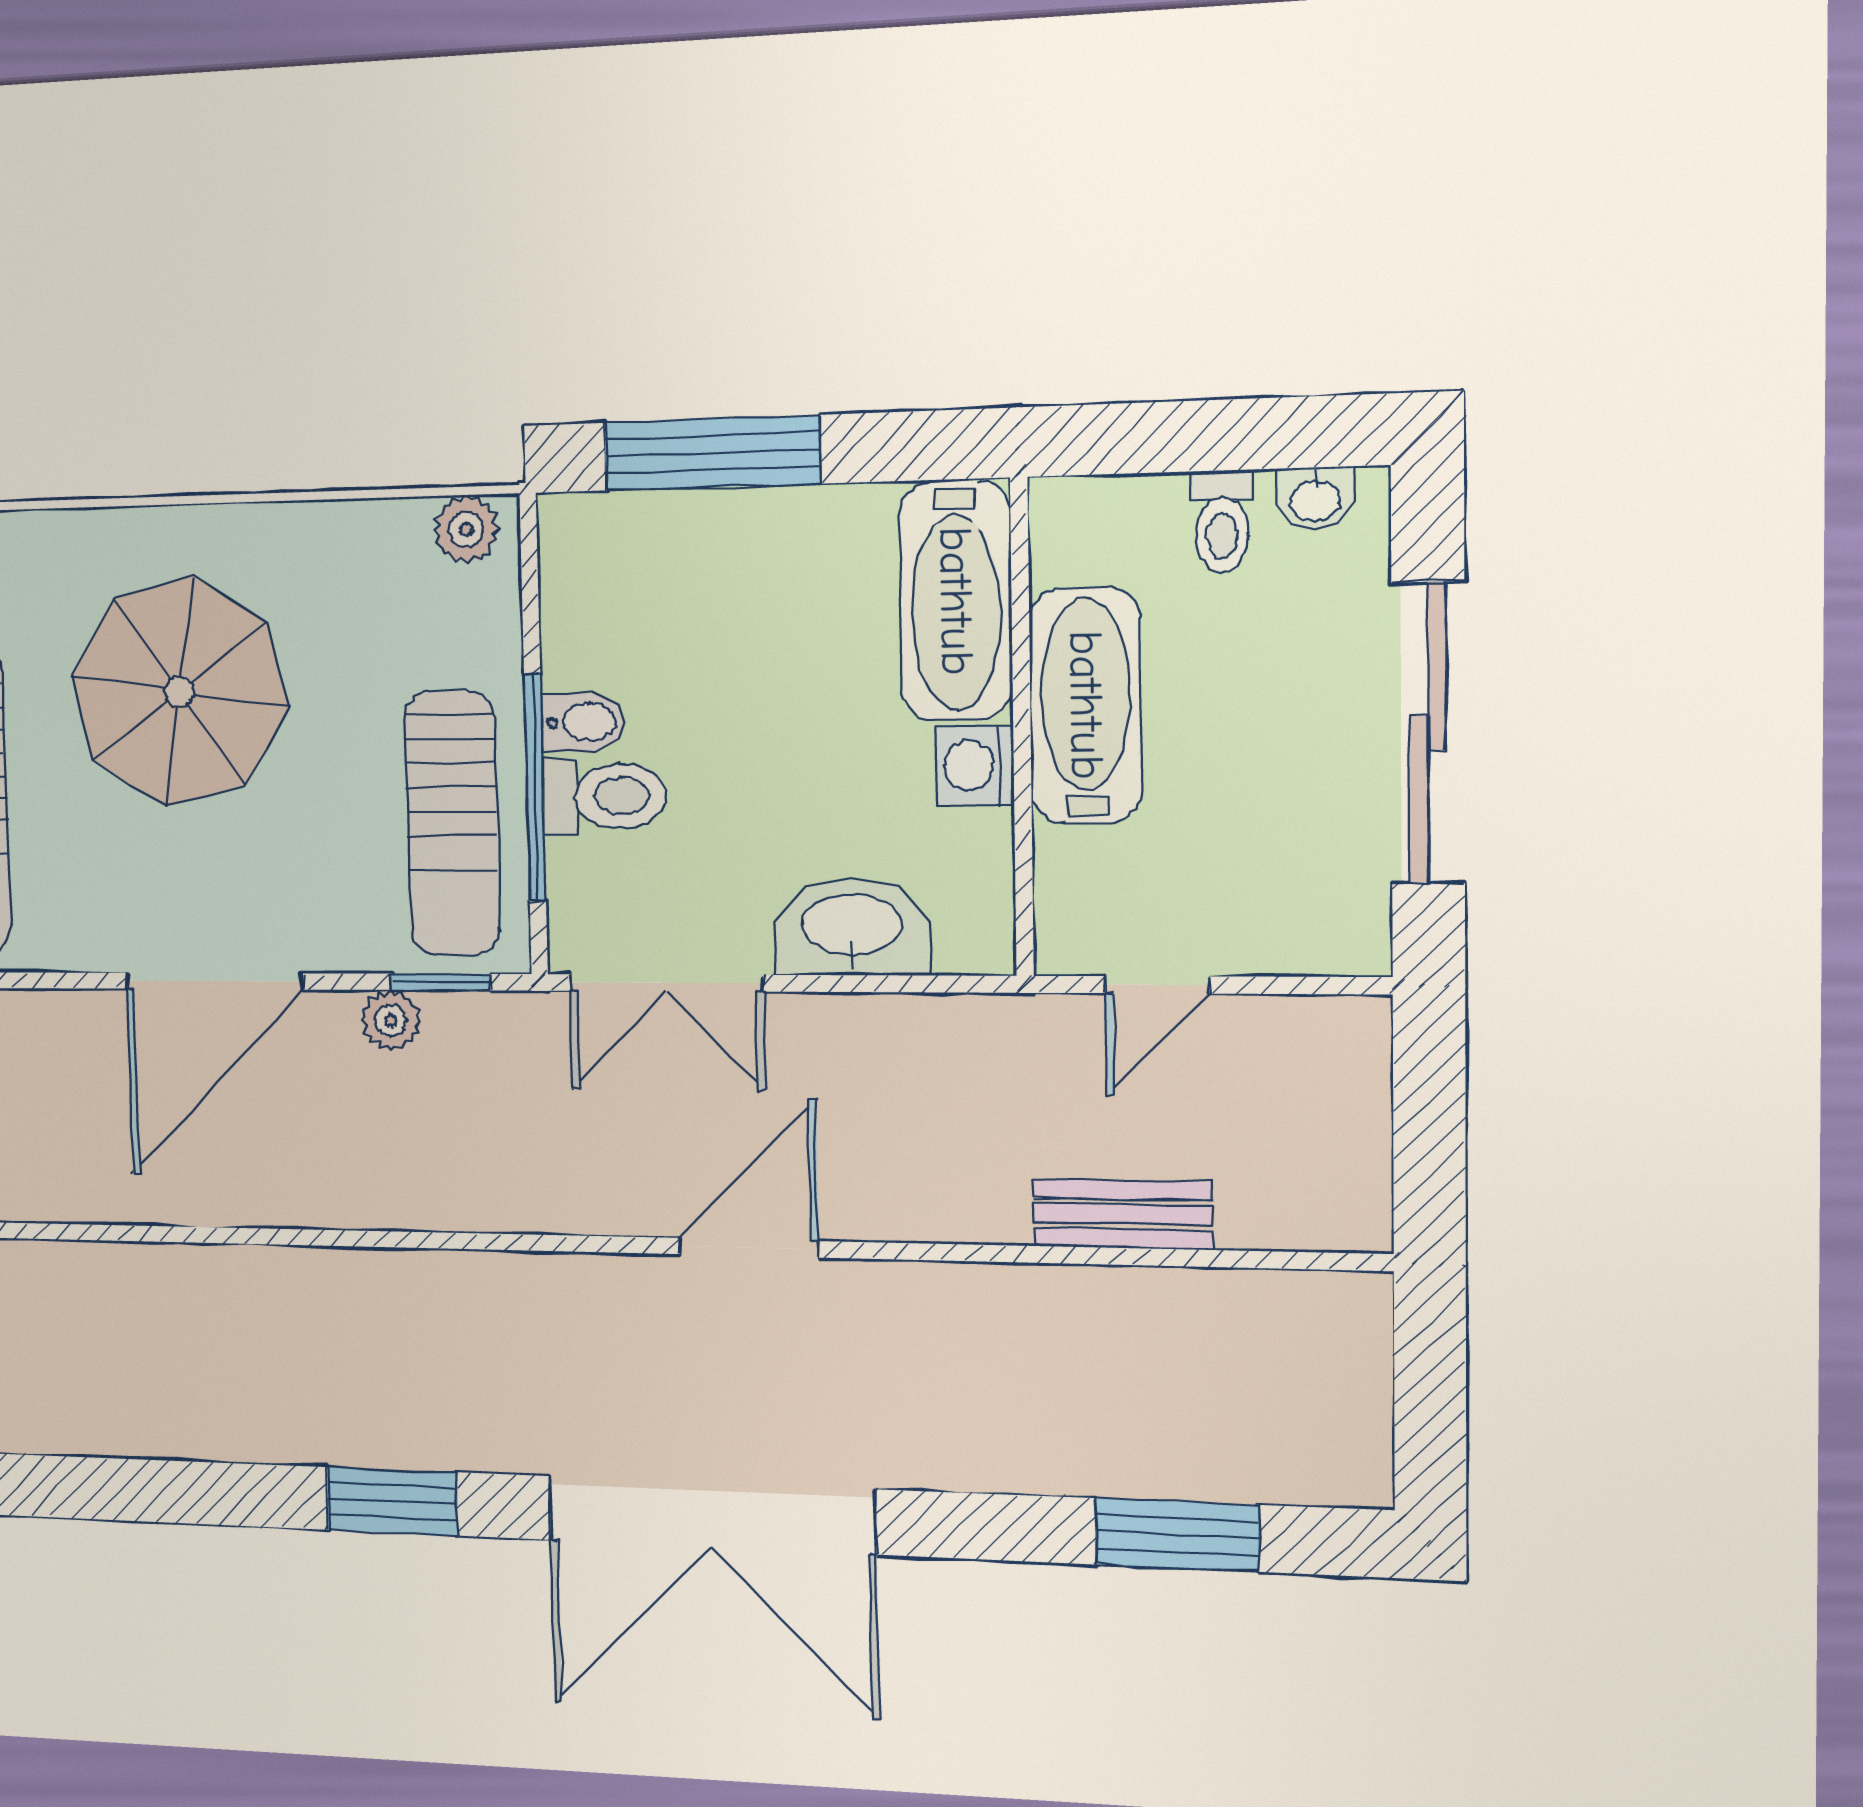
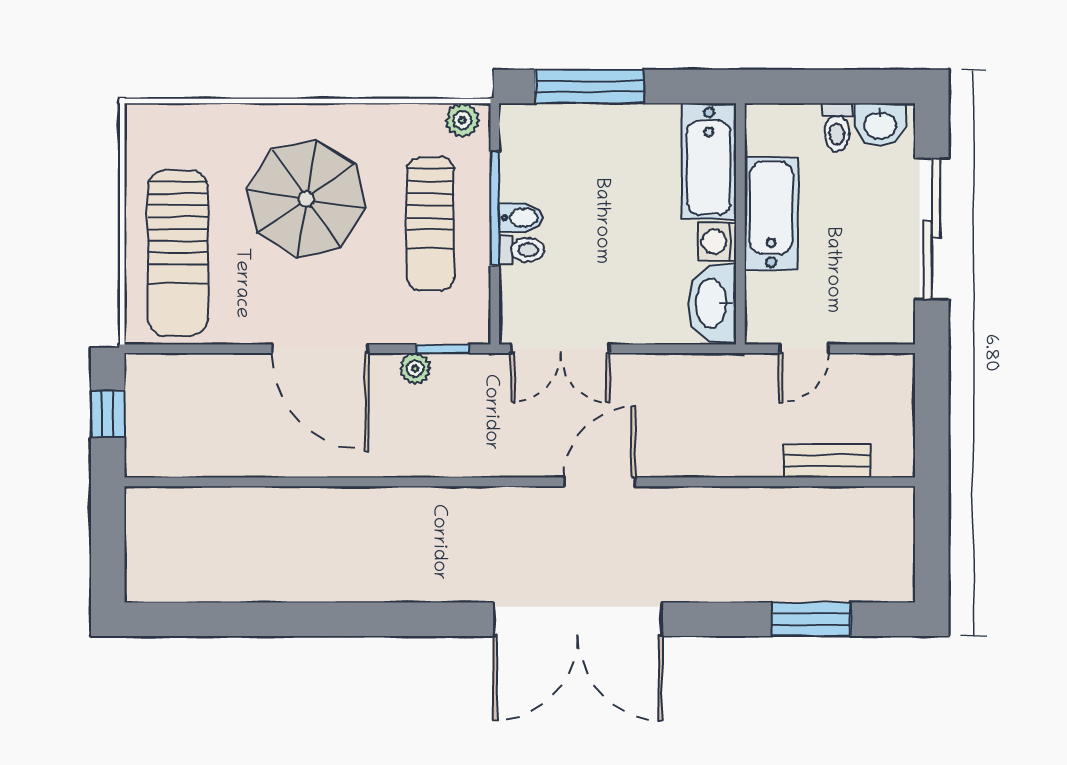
washbasin: (1315, 499) -> (880, 125), width x1.38, depth x1.45
window: (535, 788) -> (495, 208), moved
toilet: (604, 796) -> (522, 250), width x0.73, depth x0.72
sun lounger: (452, 823) -> (430, 224), moved
washbasin: (852, 927) -> (712, 303), moved, turned -90
door: (214, 981) -> (320, 349), hinge flipped
bench: (1122, 1214) -> (827, 461), moved
window: (392, 1501) -> (408, 619), removed

